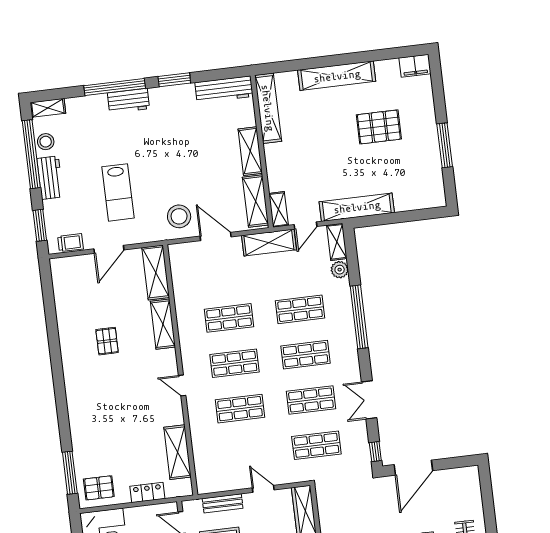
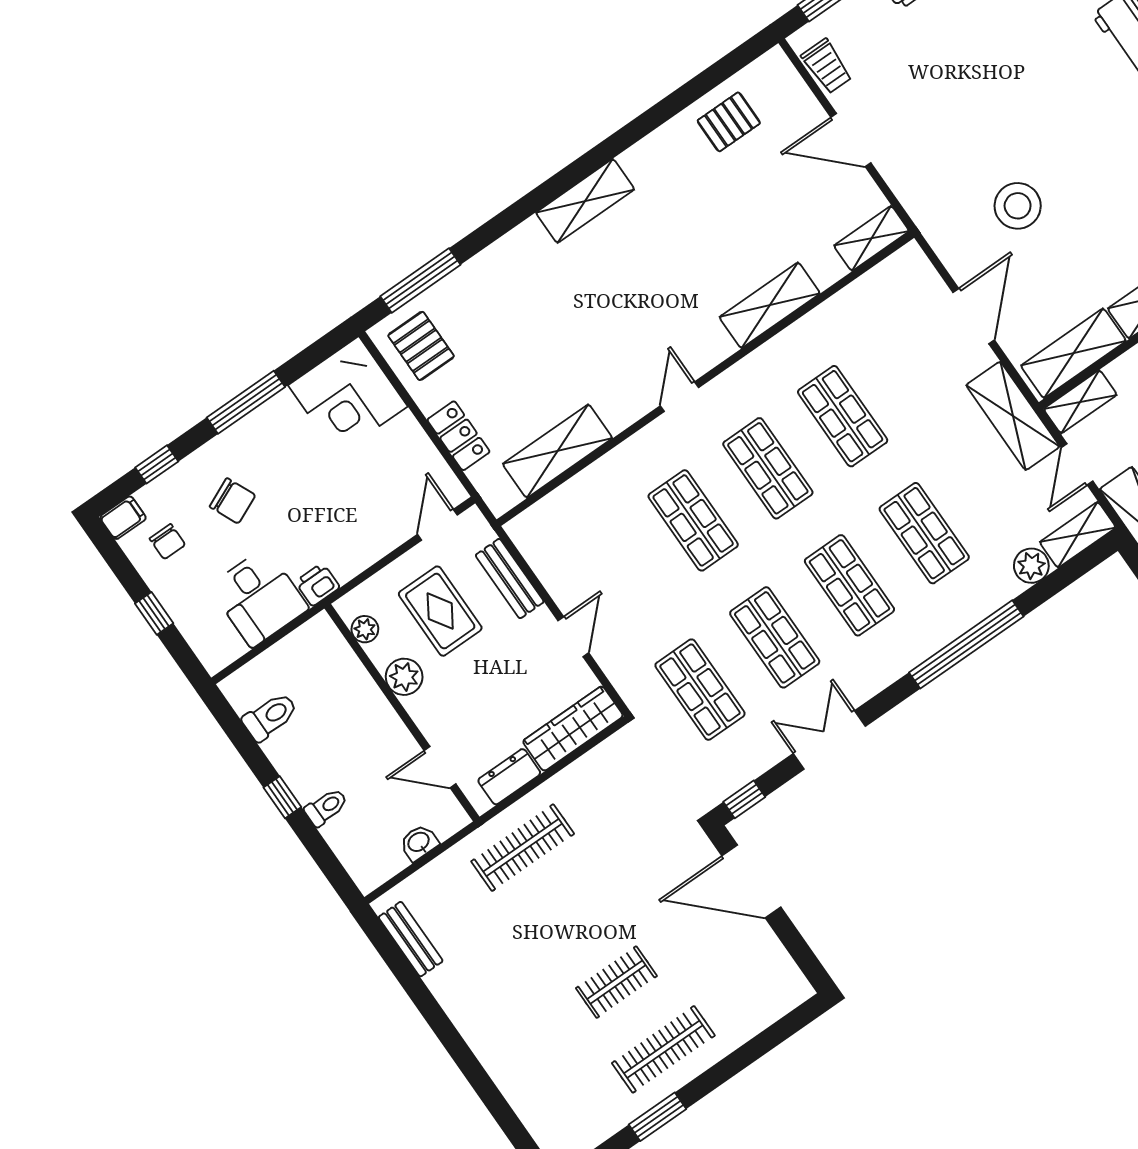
lab bench: (118, 192) -> (960, 103), removed
stool: (179, 216) -> (1018, 206), moved
door: (306, 226) -> (1077, 464), hinge flipped
shelving: (156, 272) -> (872, 238), width x0.67, depth x0.75
pallet: (107, 341) -> (729, 122), moved
shelving: (73, 381) -> (585, 201), added

